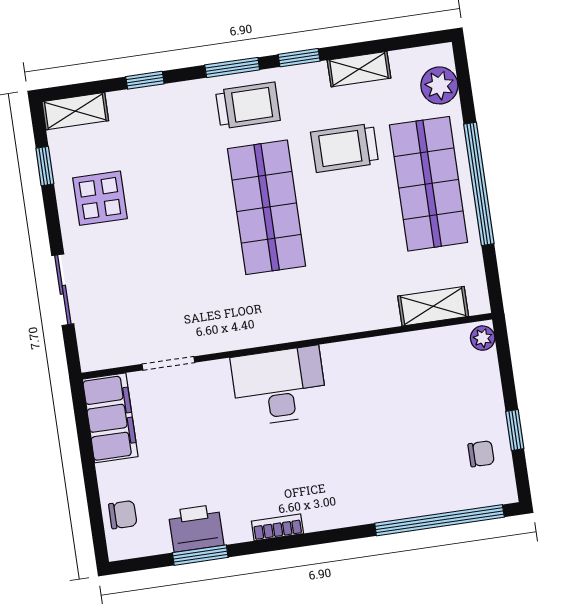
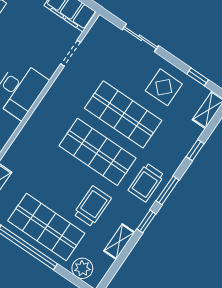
shop shelf: (186, 219) -> (123, 114), added

